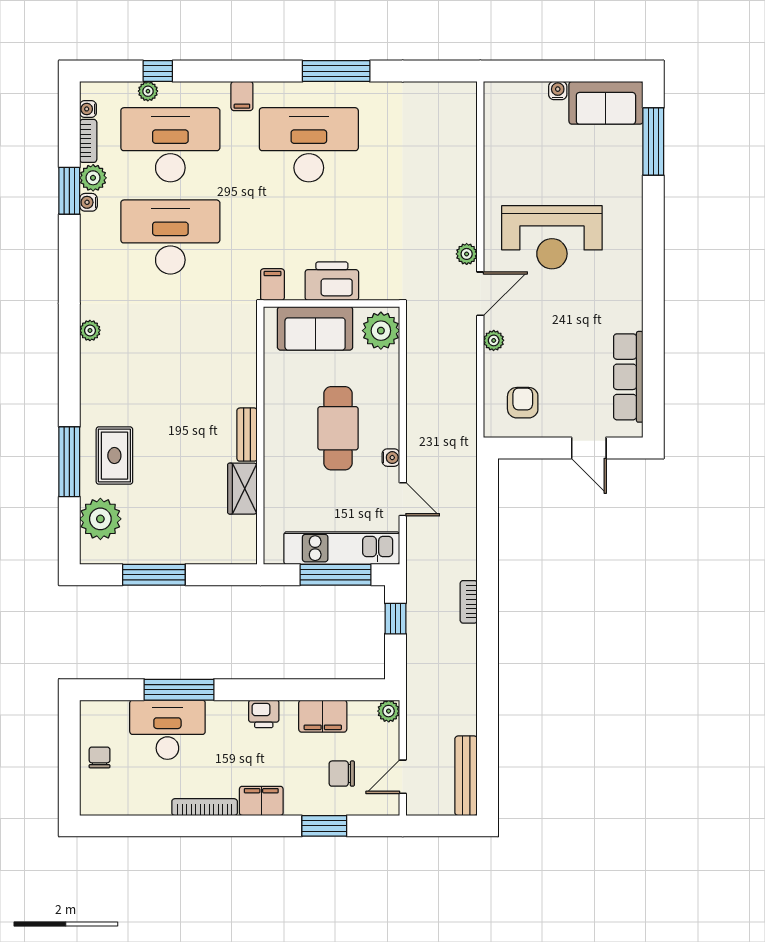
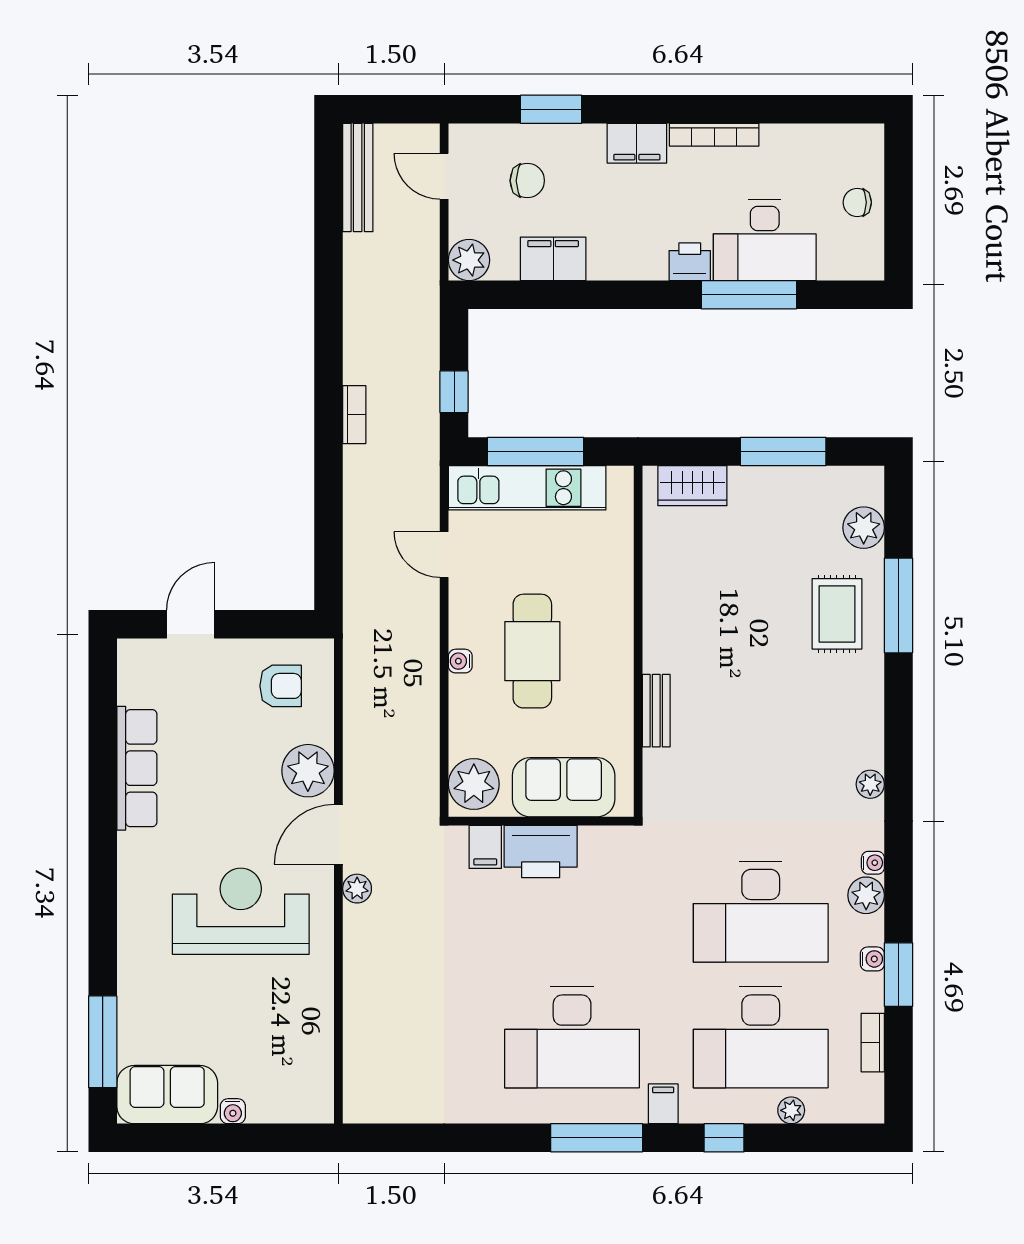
window: (158, 71) -> (724, 1138), moved
window: (336, 71) -> (597, 1138), moved
water cooler: (88, 109) -> (873, 863), moved
plant: (93, 178) -> (866, 895), moved
filing cabinet: (272, 285) -> (485, 847), moved
plant: (494, 340) -> (308, 771), width x1.88, depth x1.88
row of seats: (628, 377) -> (137, 768), moved
armchair: (523, 403) -> (281, 686), turned -90
bench: (247, 435) -> (656, 711), moved
door: (589, 448) -> (190, 624), hinge flipped
water cooler: (391, 458) -> (460, 661), moved
wardrobe: (242, 489) -> (692, 486), moved, turned 90
plant: (100, 519) -> (864, 528), width x0.73, depth x0.73
plant: (389, 711) -> (469, 260), width x1.38, depth x1.38
printer: (264, 714) -> (690, 262), moved
chair: (100, 757) -> (857, 202), turned 90
door: (403, 777) -> (444, 176), swing flipped

